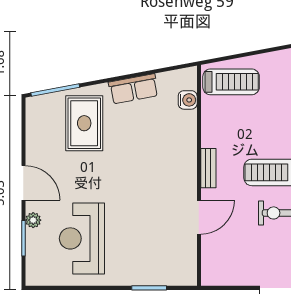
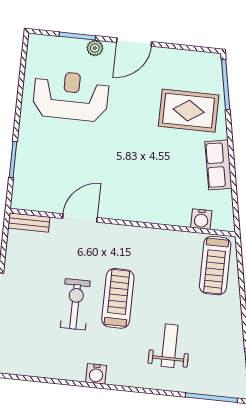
bench: (208, 168) -> (29, 222), moved
door: (199, 217) -> (80, 218), swing flipped

